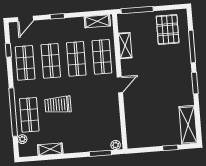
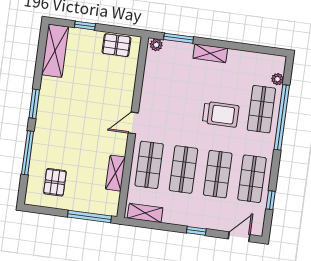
pallet: (168, 29) -> (55, 182), width x0.67, depth x0.71
pallet: (144, 139) -> (116, 45), added
shelving: (50, 149) -> (210, 53), moved

